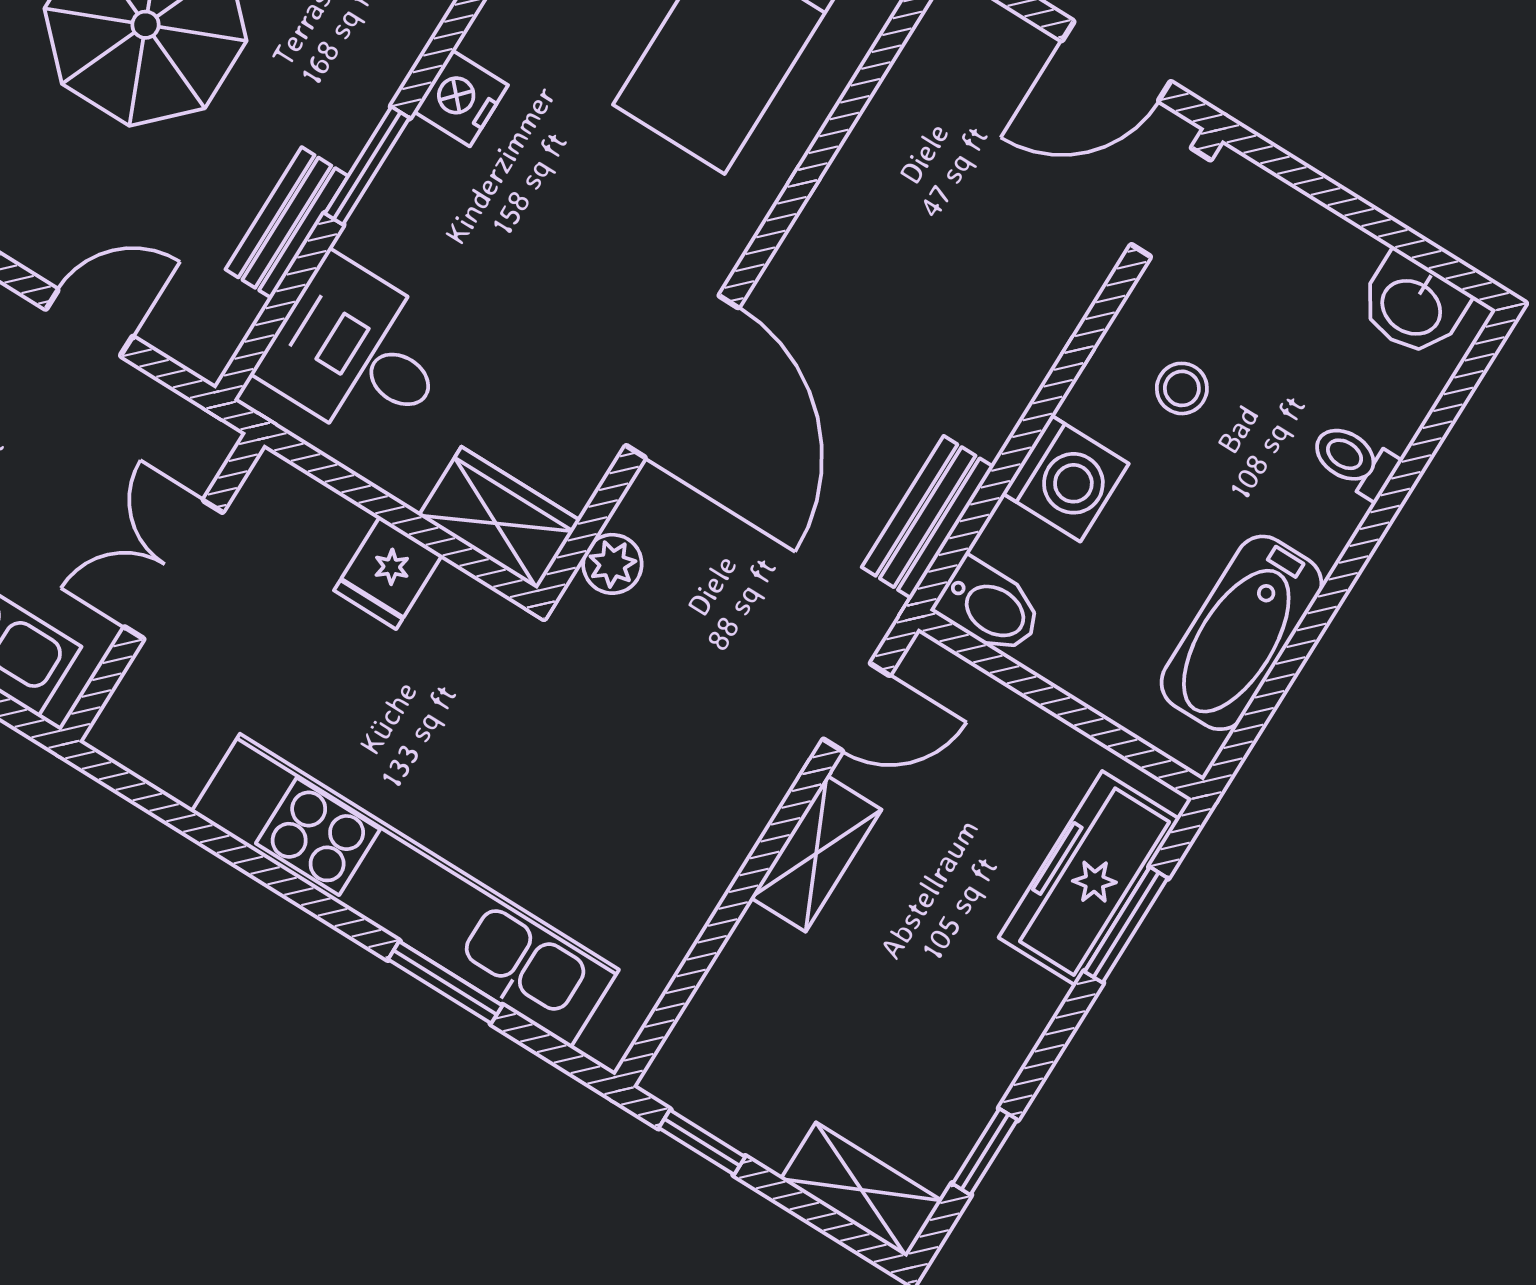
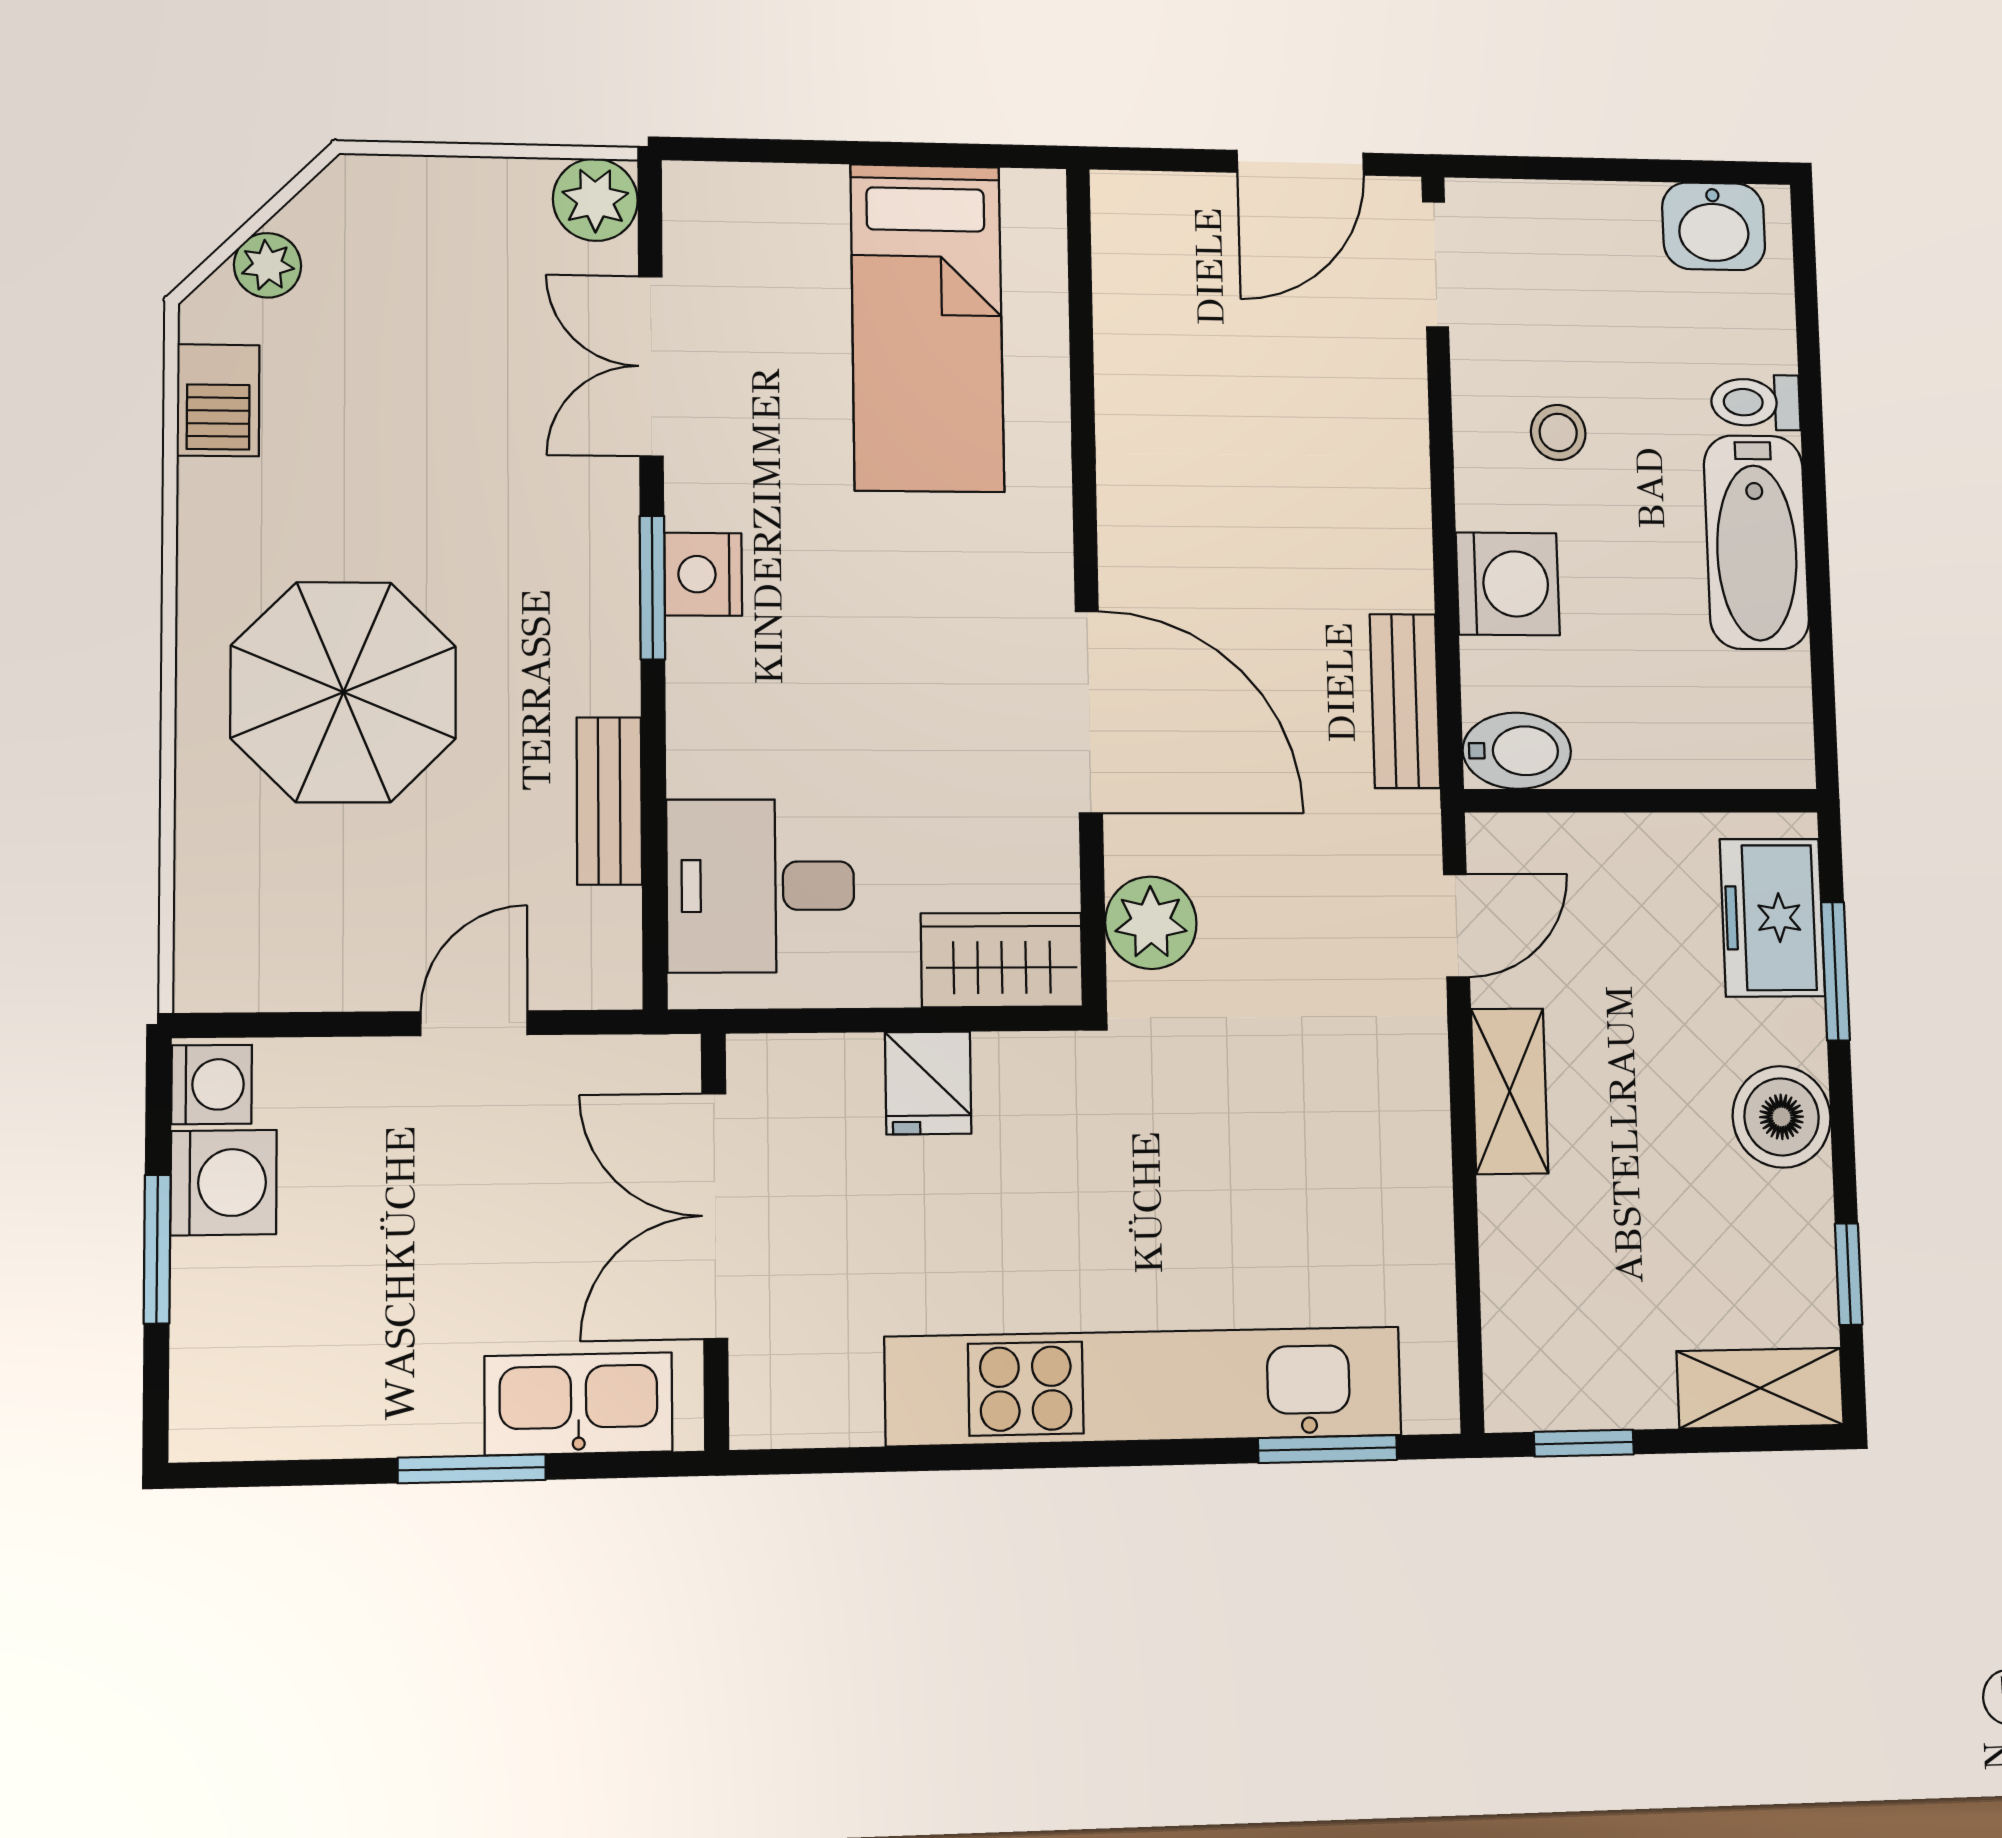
window: (367, 166) -> (652, 588), moved
plant: (612, 564) -> (1151, 923), width x1.38, depth x1.38
double door: (174, 570) -> (715, 1216), width x1.37
bathtub: (1241, 633) -> (1756, 542), moved
freezer: (1089, 878) -> (1772, 918), width x0.71
window: (445, 982) -> (1328, 1449), moved
boiler: (1011, 1005) -> (1782, 1117), added

